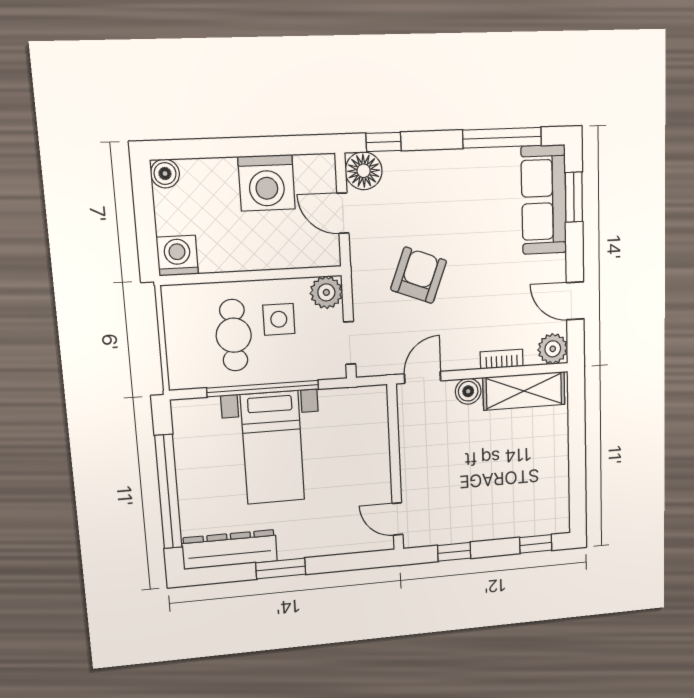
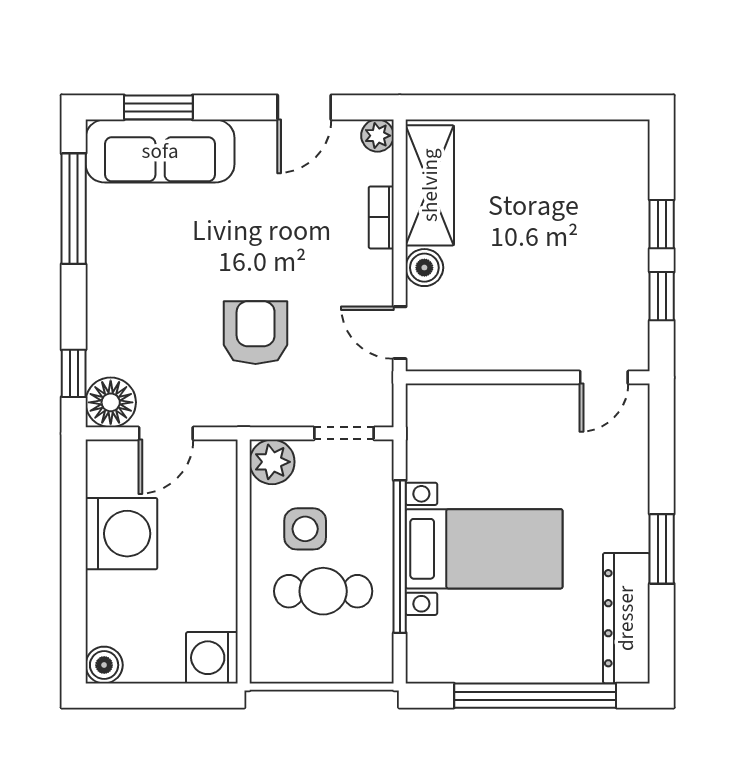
armchair: (419, 275) -> (256, 333), turned 69
plant: (553, 349) -> (377, 136), width x0.73, depth x0.73
window: (536, 544) -> (662, 224), moved

